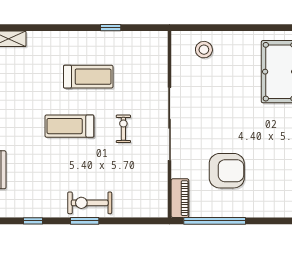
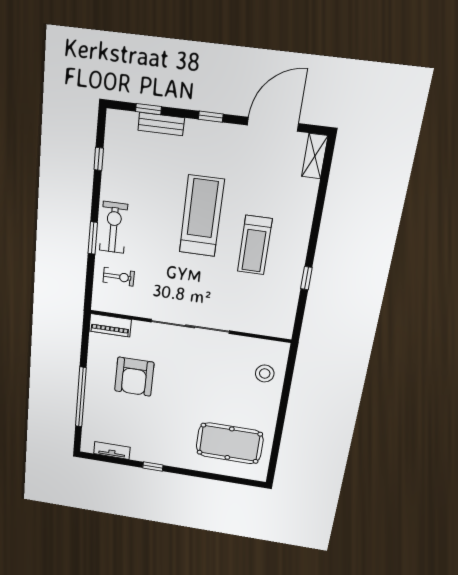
treadmill: (69, 126) -> (202, 216), width x1.37, depth x1.38
exercise bike: (123, 129) -> (119, 277), moved
window: (85, 221) -> (93, 238), moved
window: (215, 221) -> (81, 397), moved

